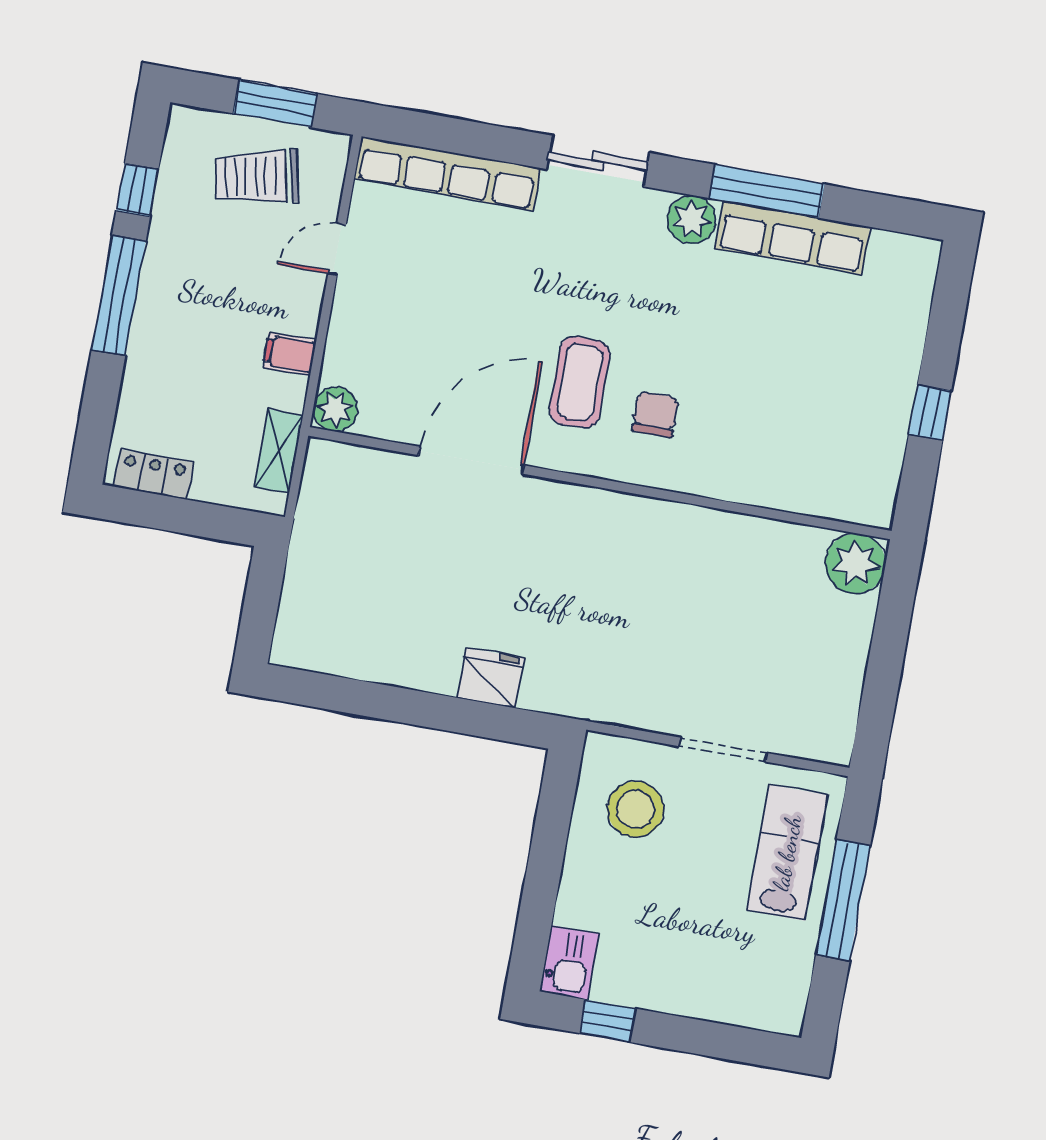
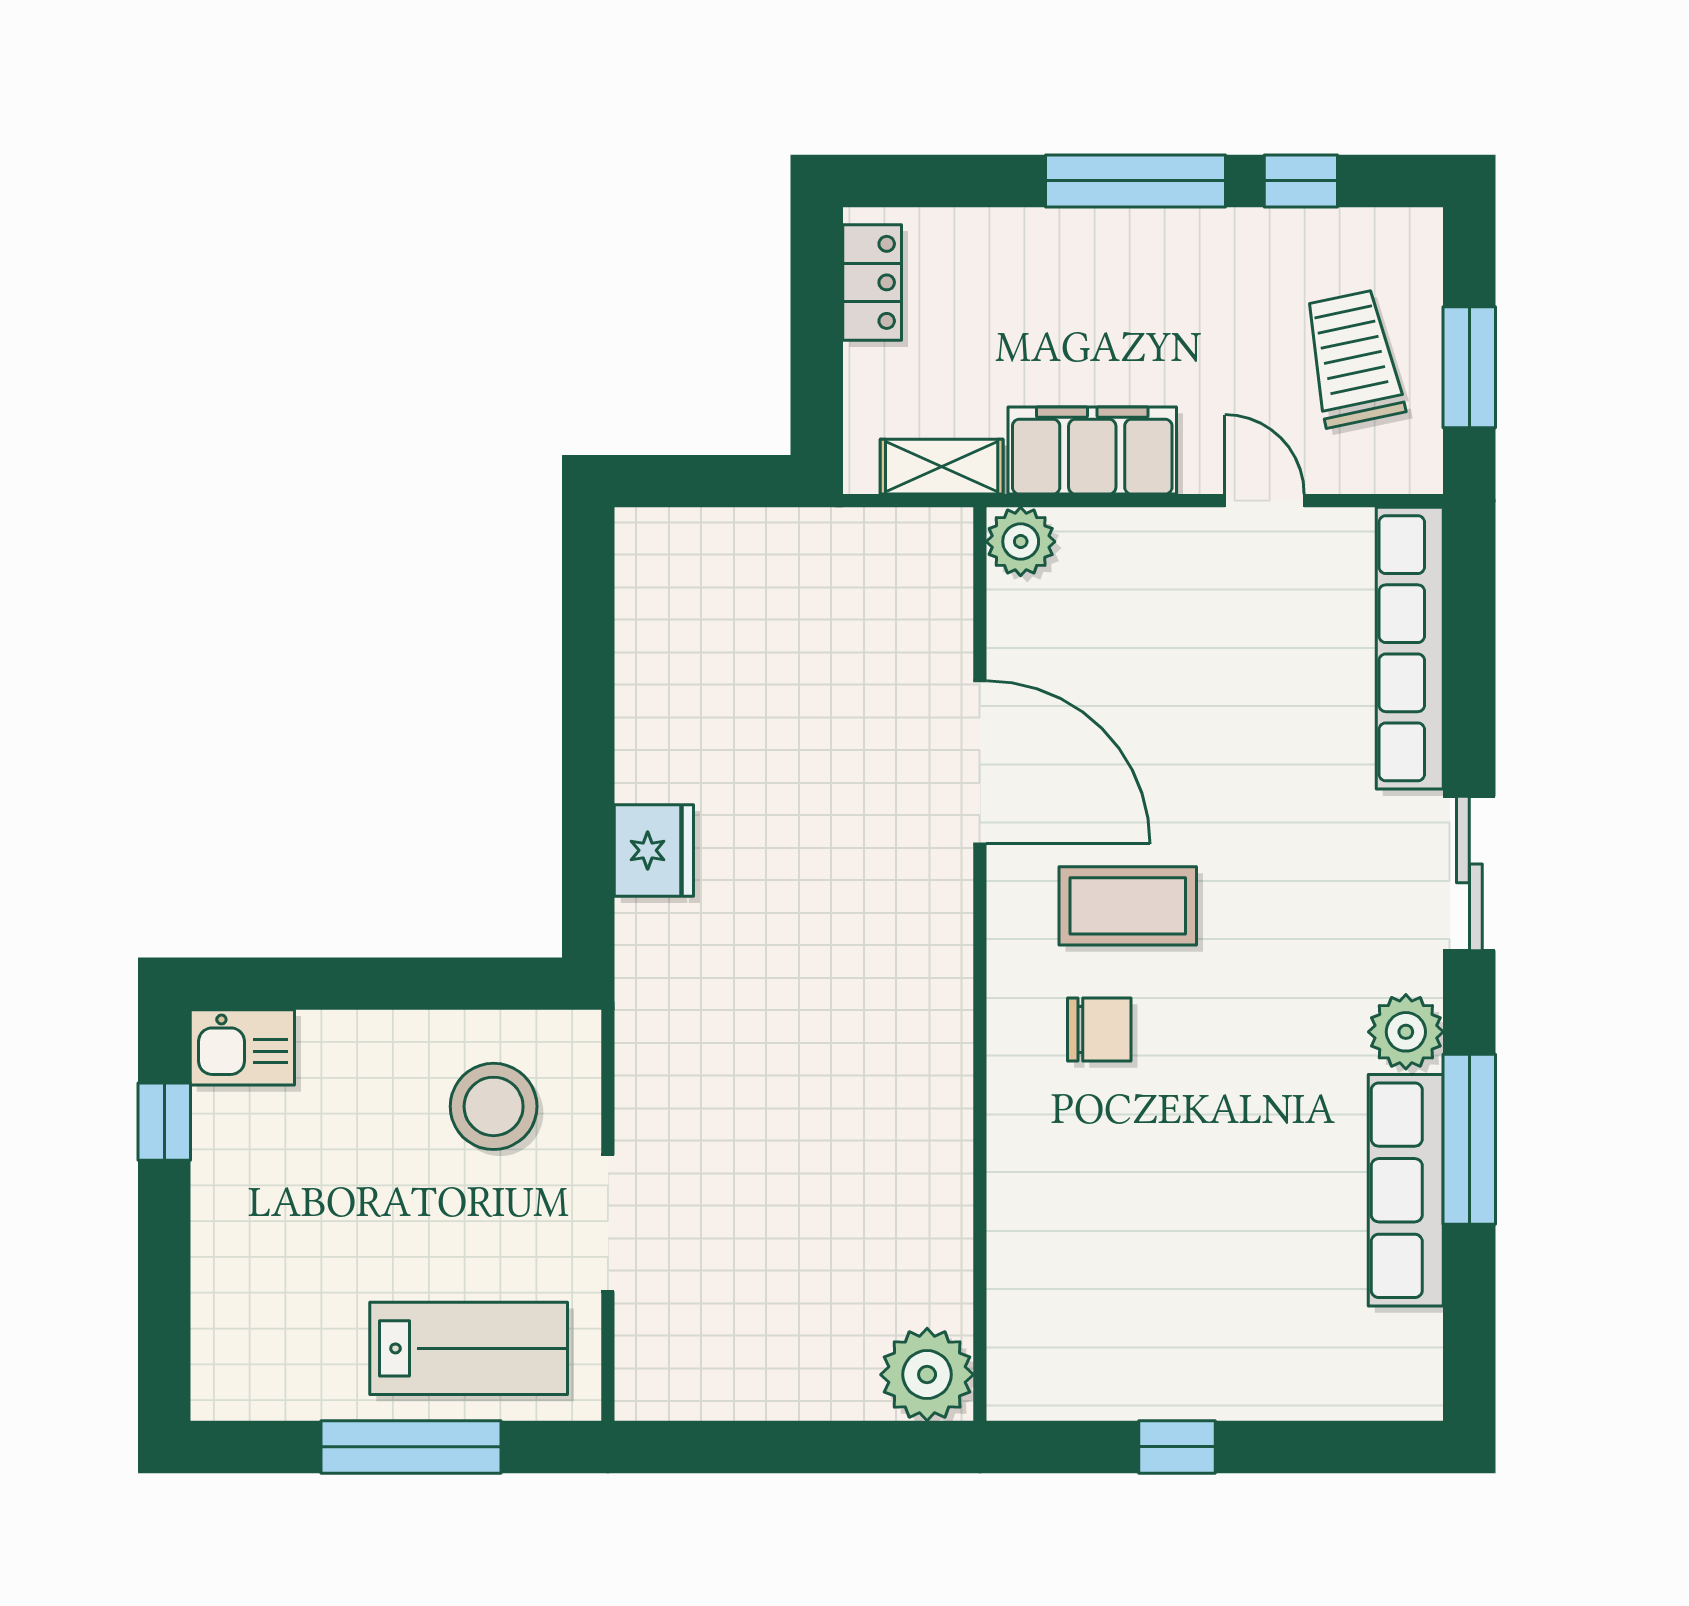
filing cabinet: (290, 354) -> (1092, 451), width x3.00, depth x1.17

